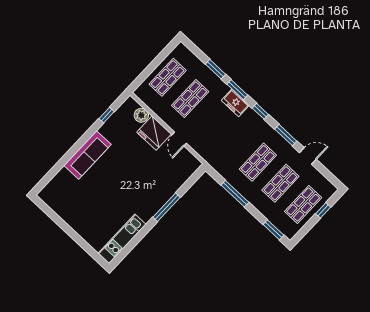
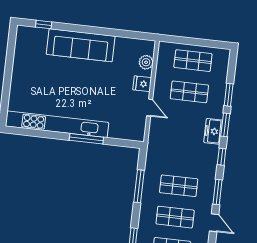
window: (107, 115) -> (44, 25), moved
fridge: (154, 133) -> (142, 84), width x0.53, depth x0.75
door: (179, 139) -> (150, 108), swing flipped
sofa: (88, 155) -> (81, 45), width x1.36, depth x1.27
kitchen unit: (122, 239) -> (57, 124), width x1.86

